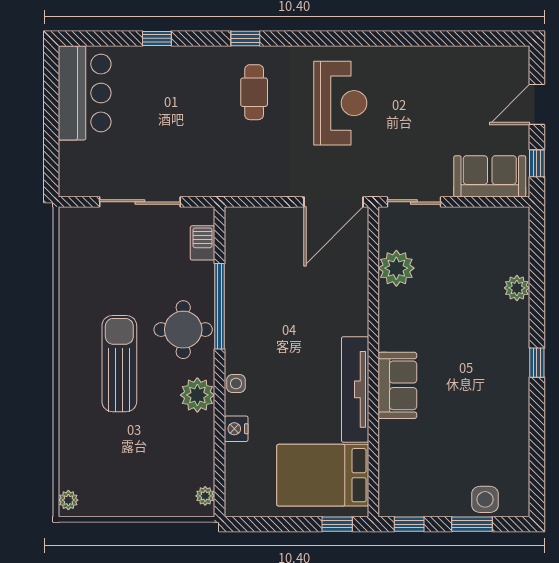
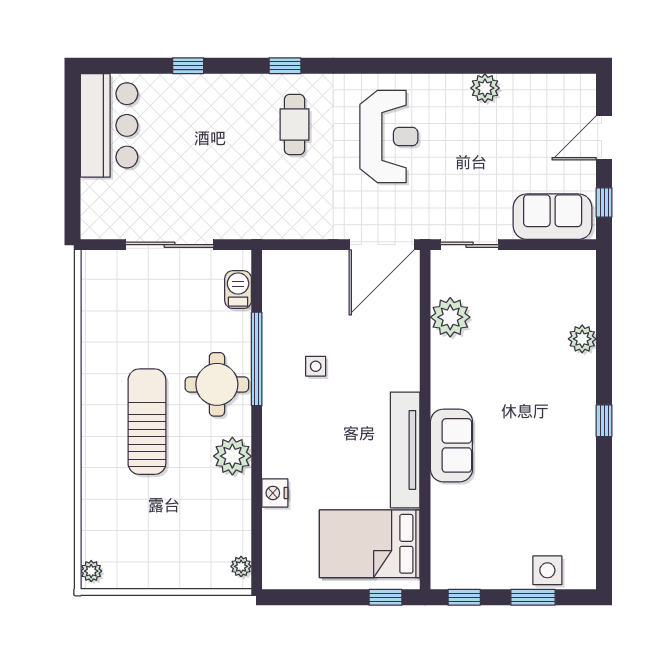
plant: (428, 59) -> (485, 88), added
side table: (236, 383) -> (316, 366), moved

